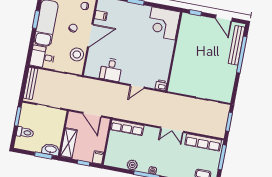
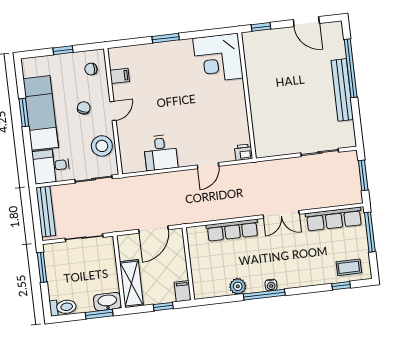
door: (90, 35) -> (113, 111), width x0.53
bench: (236, 45) -> (342, 90), moved
door: (92, 115) -> (153, 229), hinge flipped
row of seats: (127, 128) -> (232, 230), moved
toilet: (25, 132) -> (63, 307), moved

